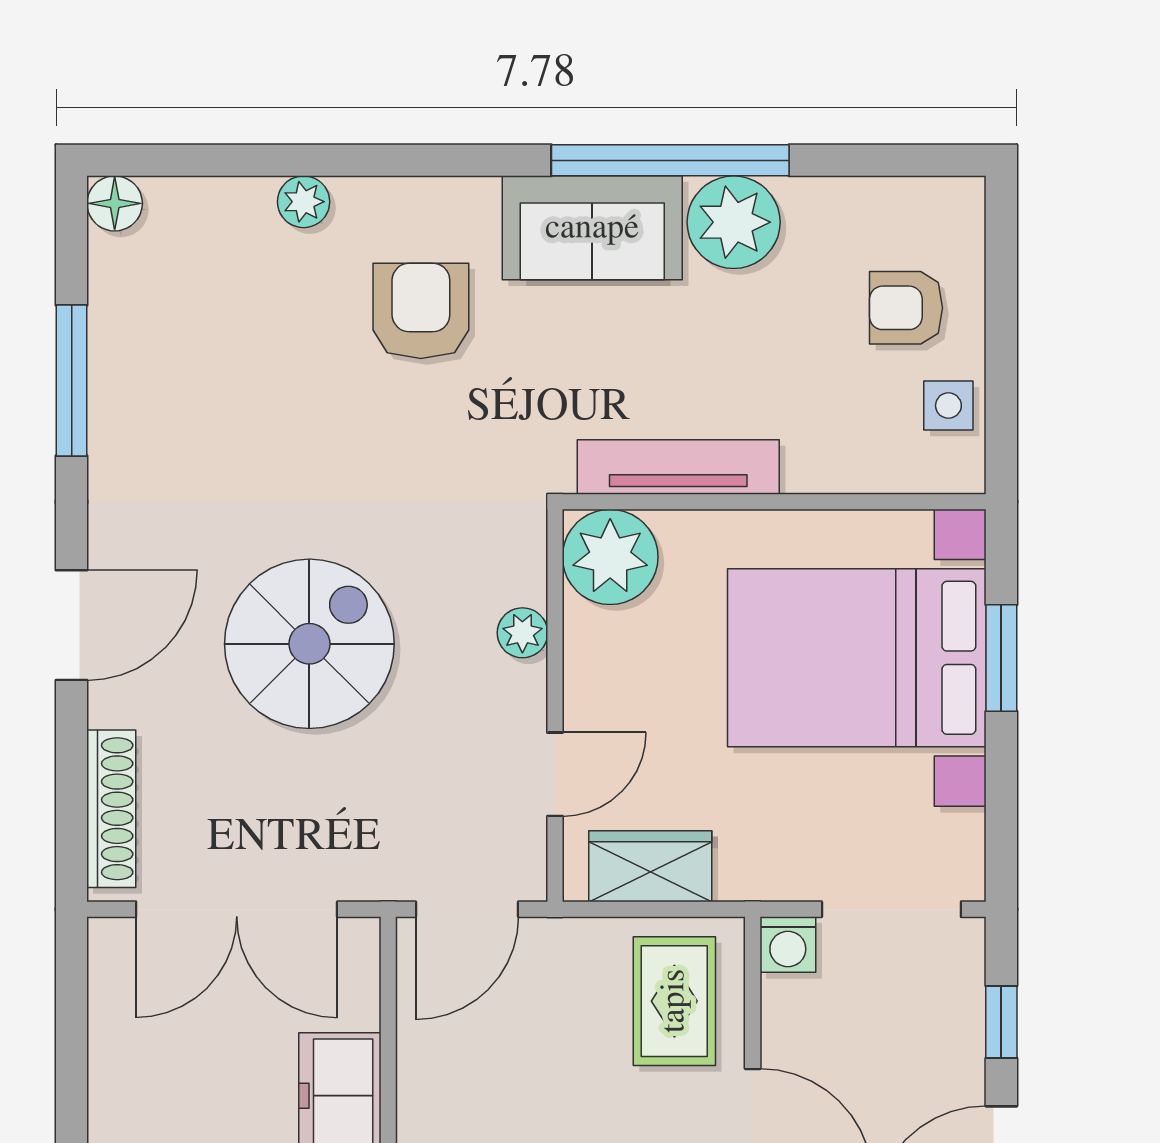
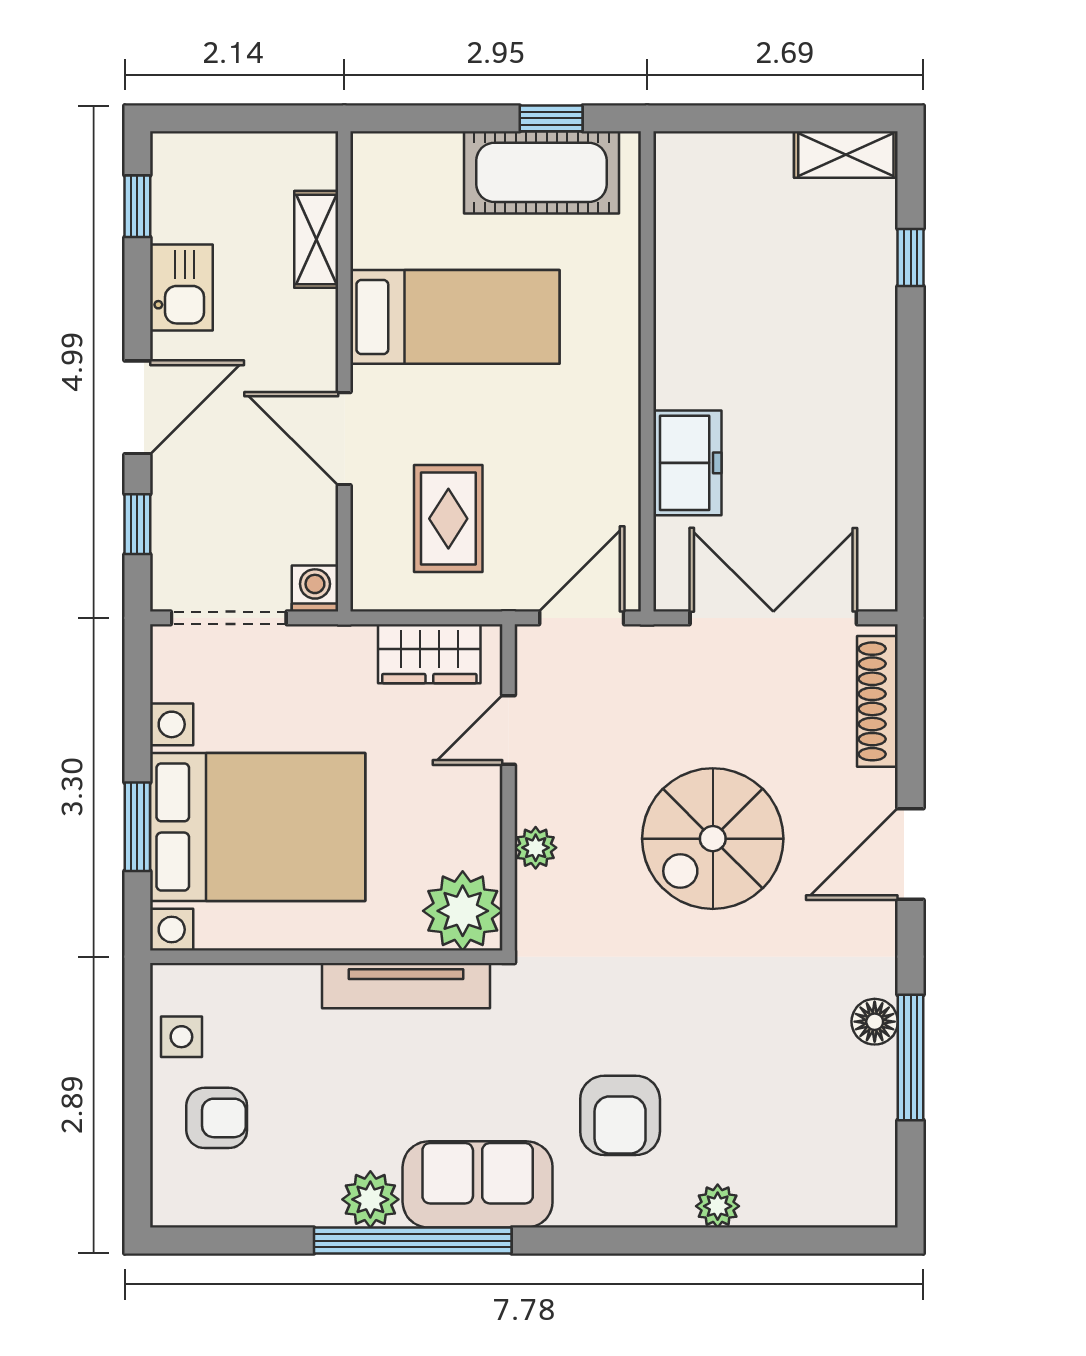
floor lamp: (115, 203) -> (875, 1022), moved
plant: (734, 222) -> (370, 1199), width x0.73, depth x0.73
rug: (674, 1001) -> (448, 519), moved

